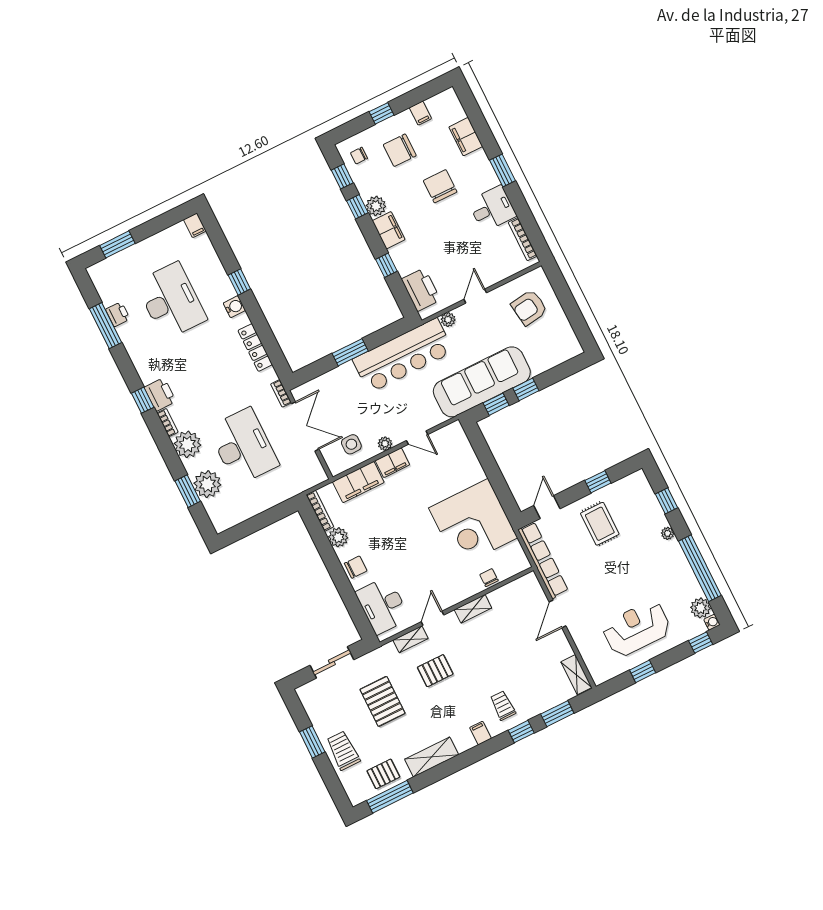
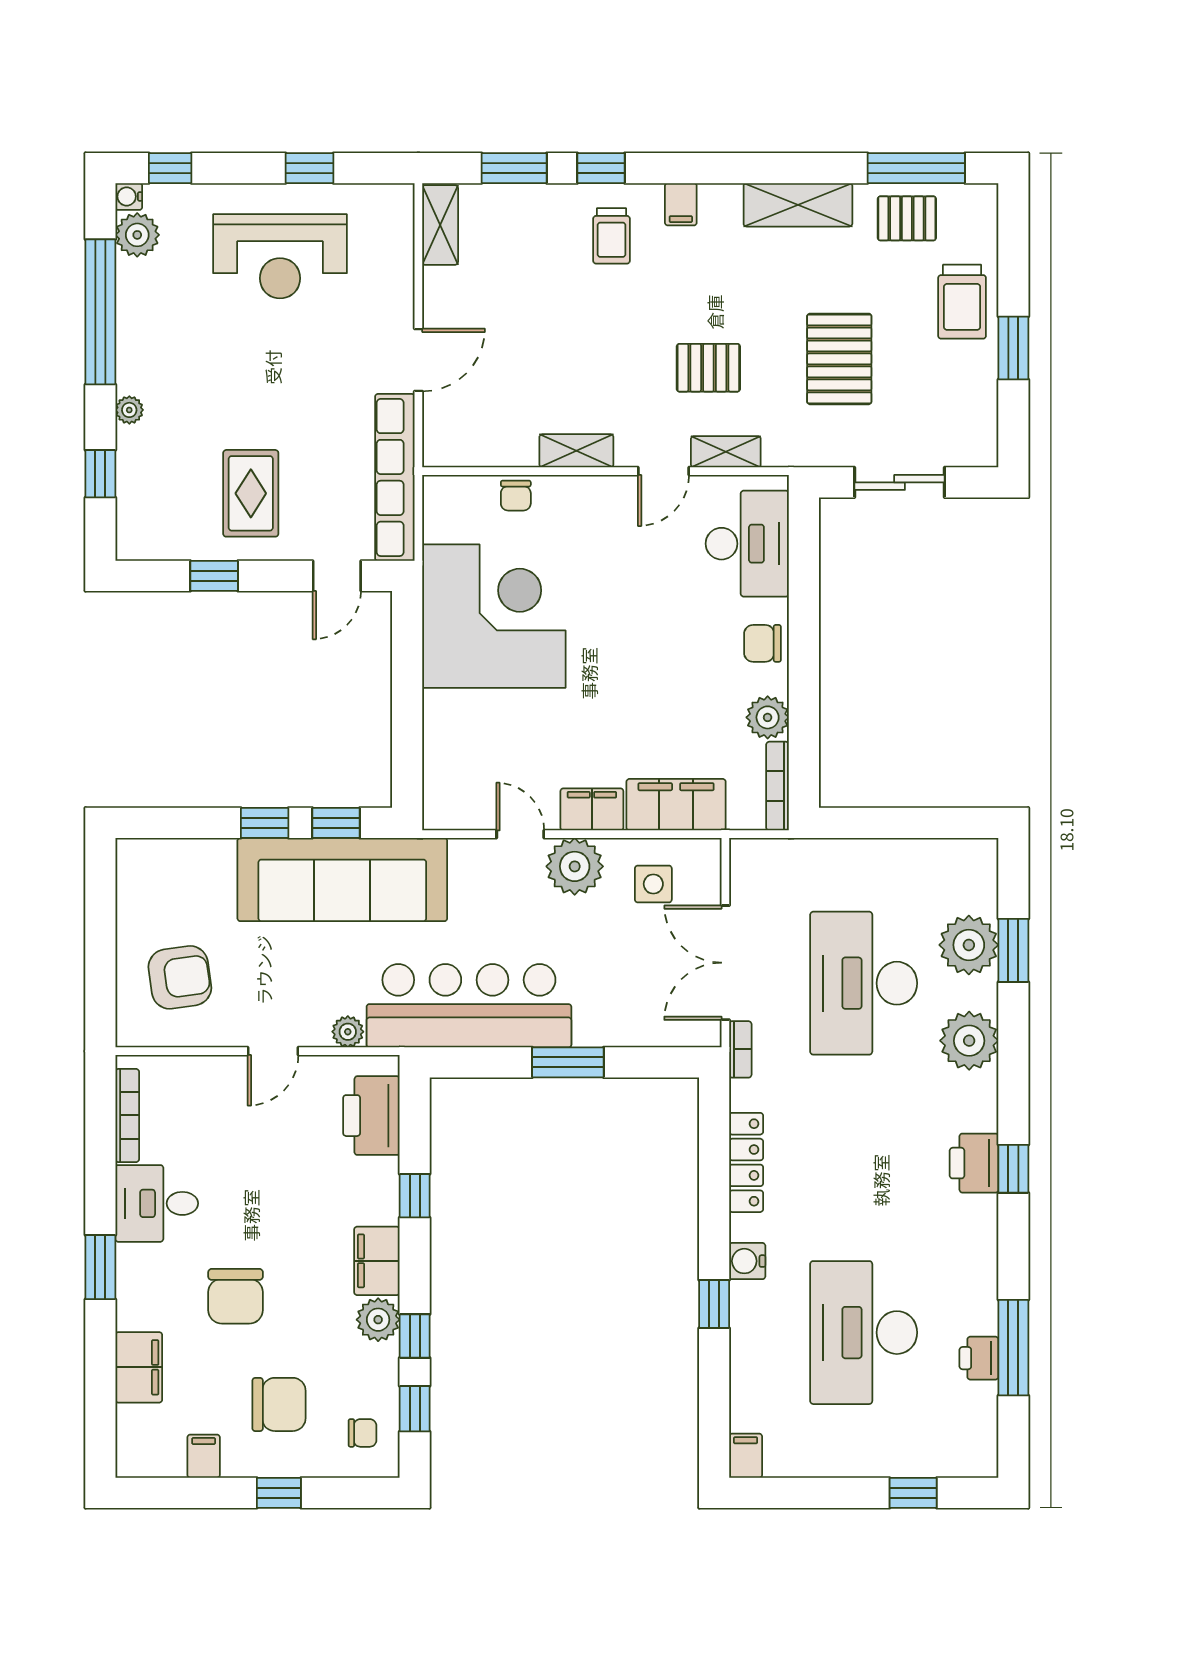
window: (117, 244) -> (913, 1493), width x0.67
bookcase: (167, 423) -> (987, 1102), removed
plant: (385, 444) -> (575, 866), width x1.88, depth x1.88

